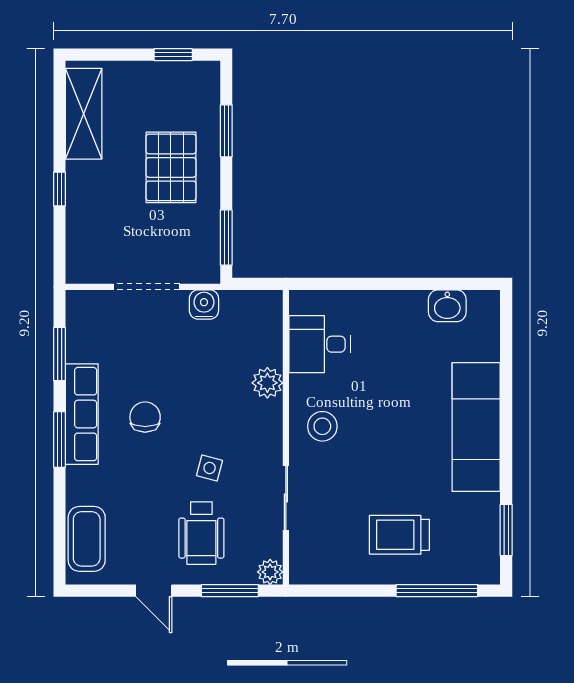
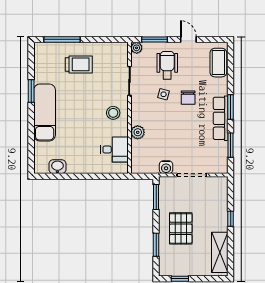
chair: (145, 417) -> (188, 98), moved
window: (506, 530) -> (31, 91), moved

